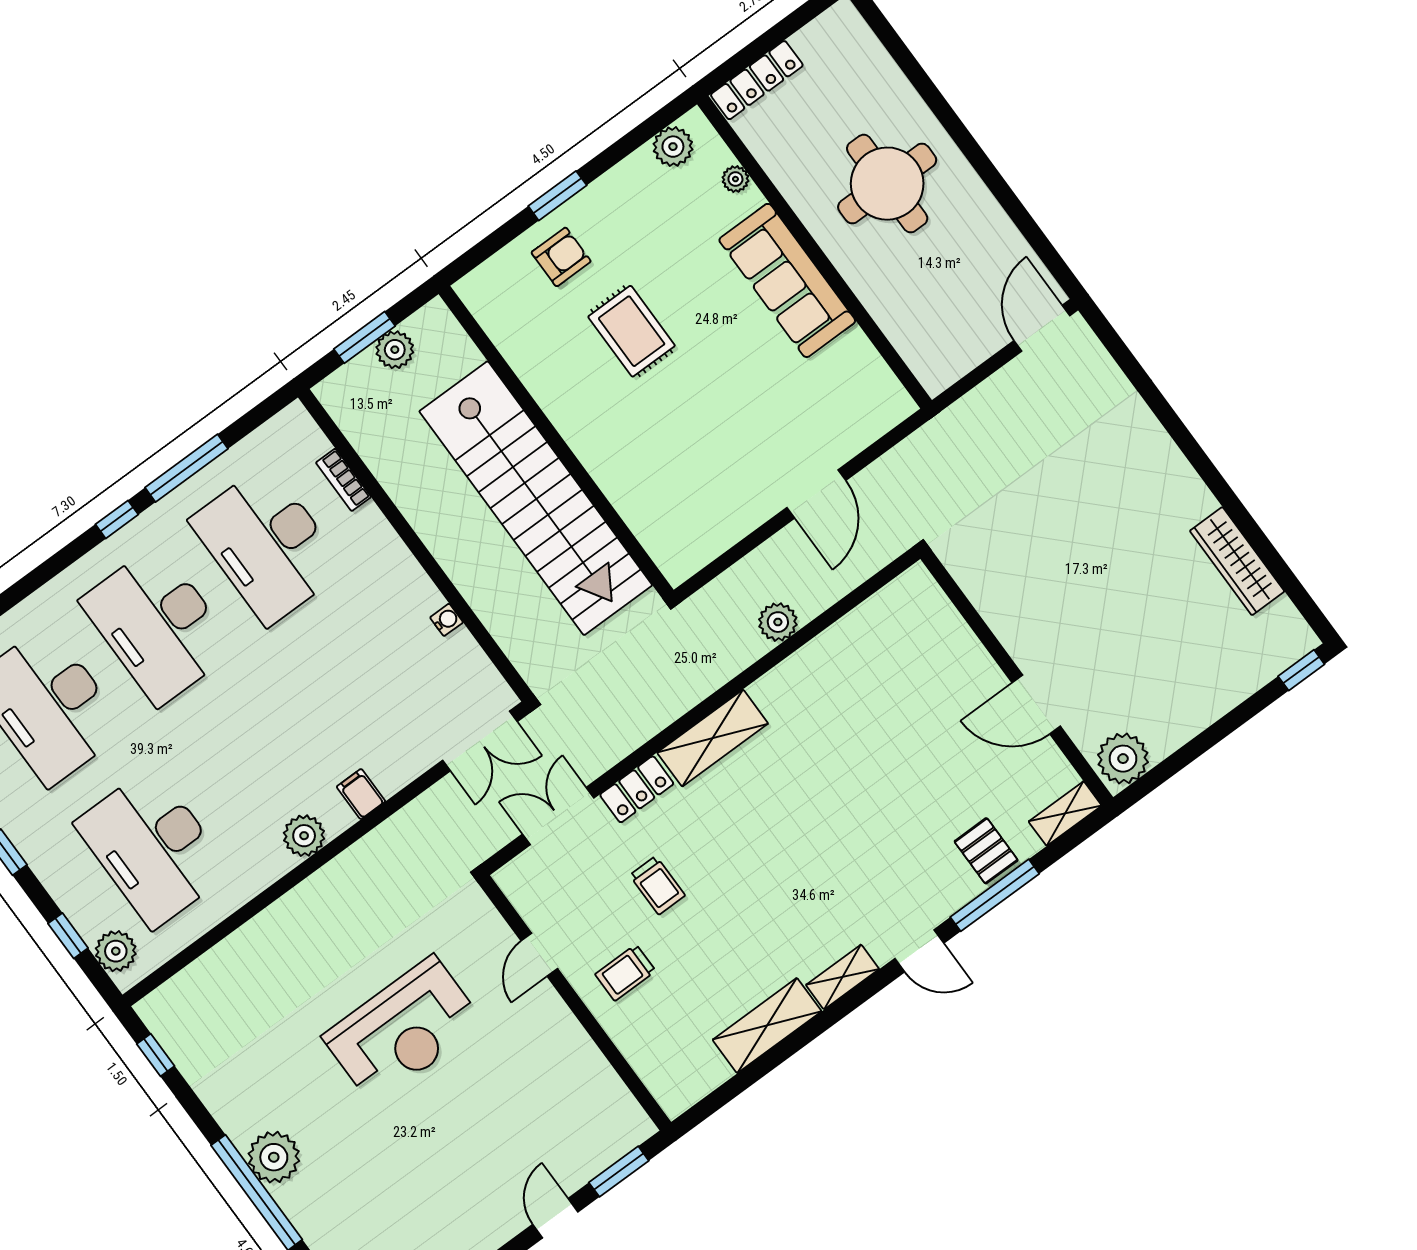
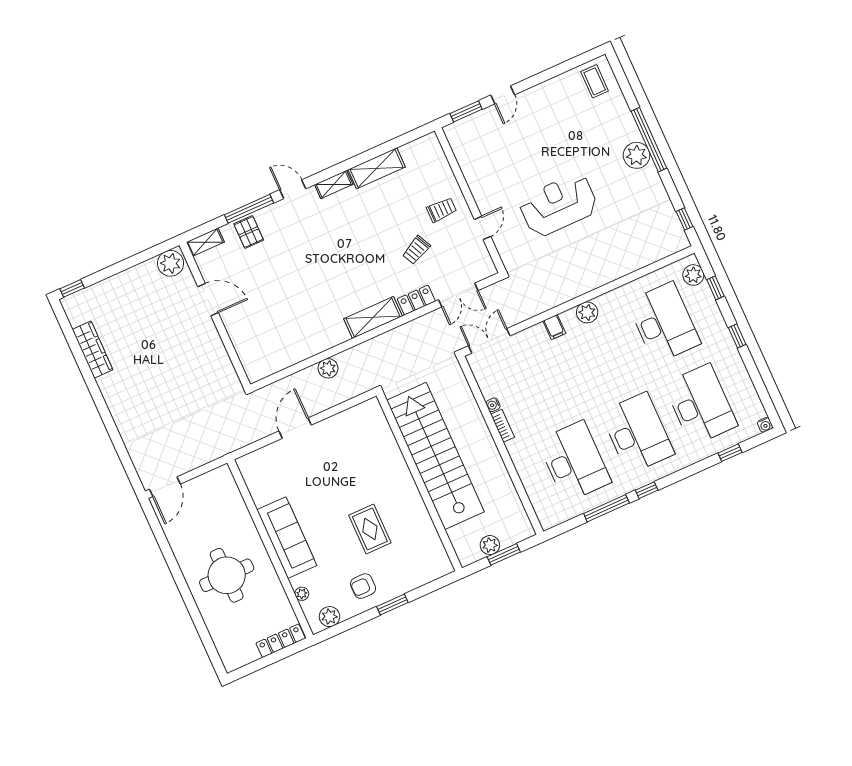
armchair: (561, 257) -> (363, 586), moved
bookcase: (343, 480) -> (503, 426), moved
trolley: (657, 885) -> (416, 250), turned -116

